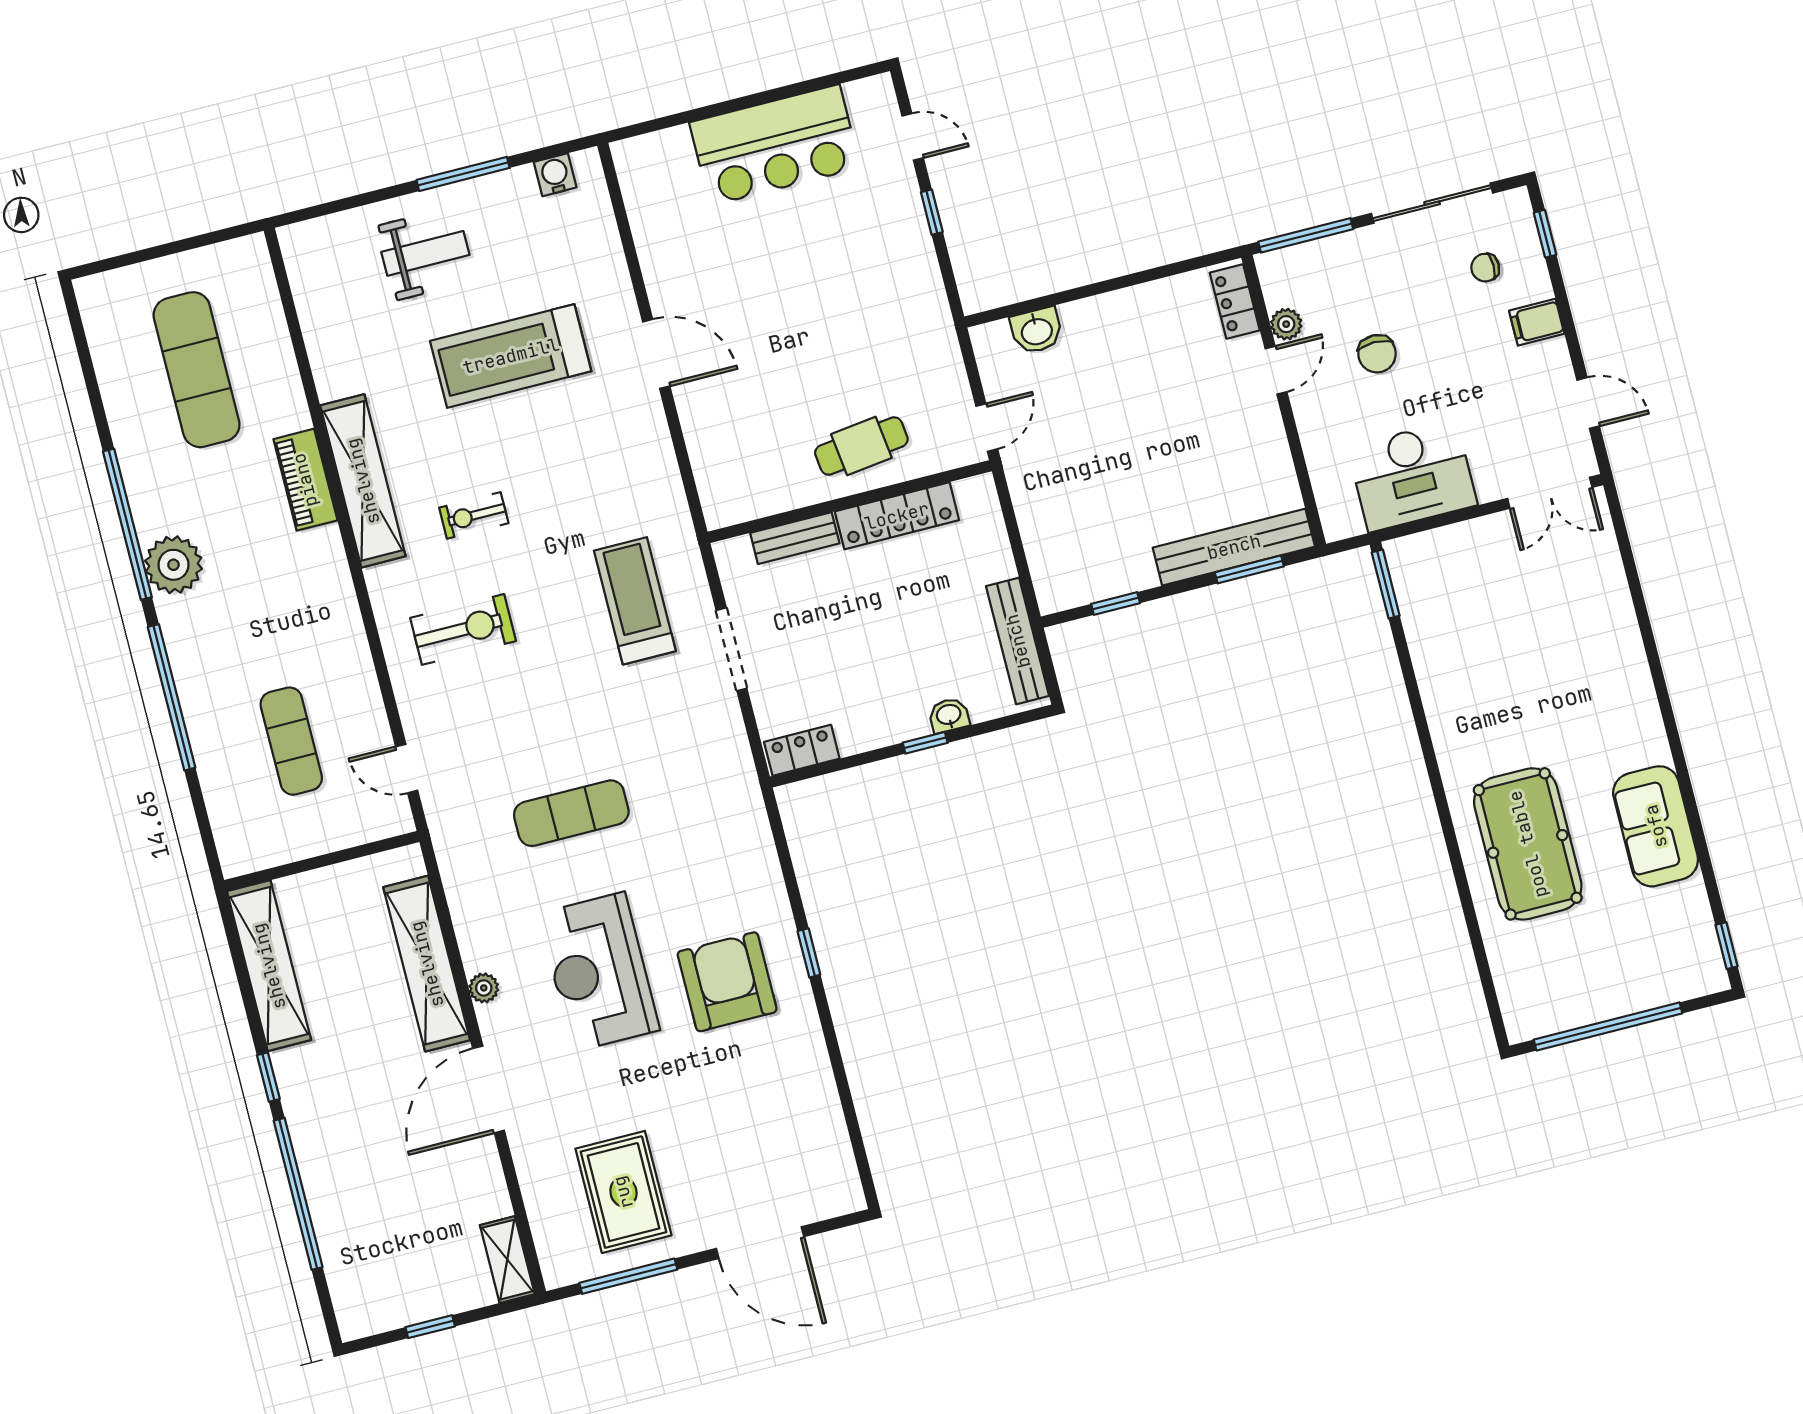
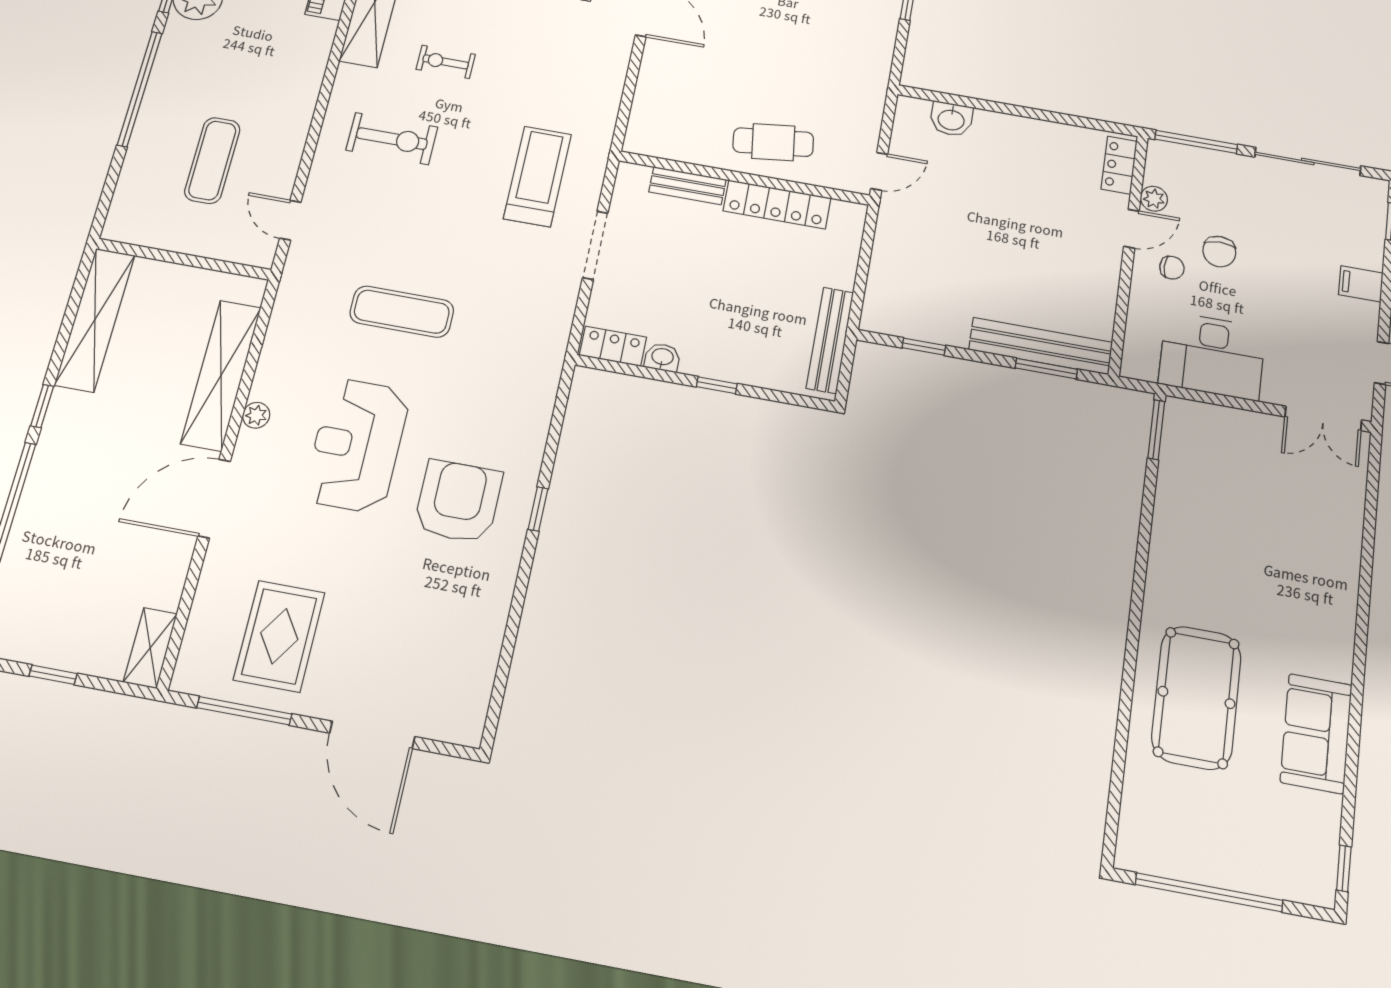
chair: (1485, 268) -> (1172, 268), moved, turned 180
washbasin: (949, 715) -> (662, 357), moved

